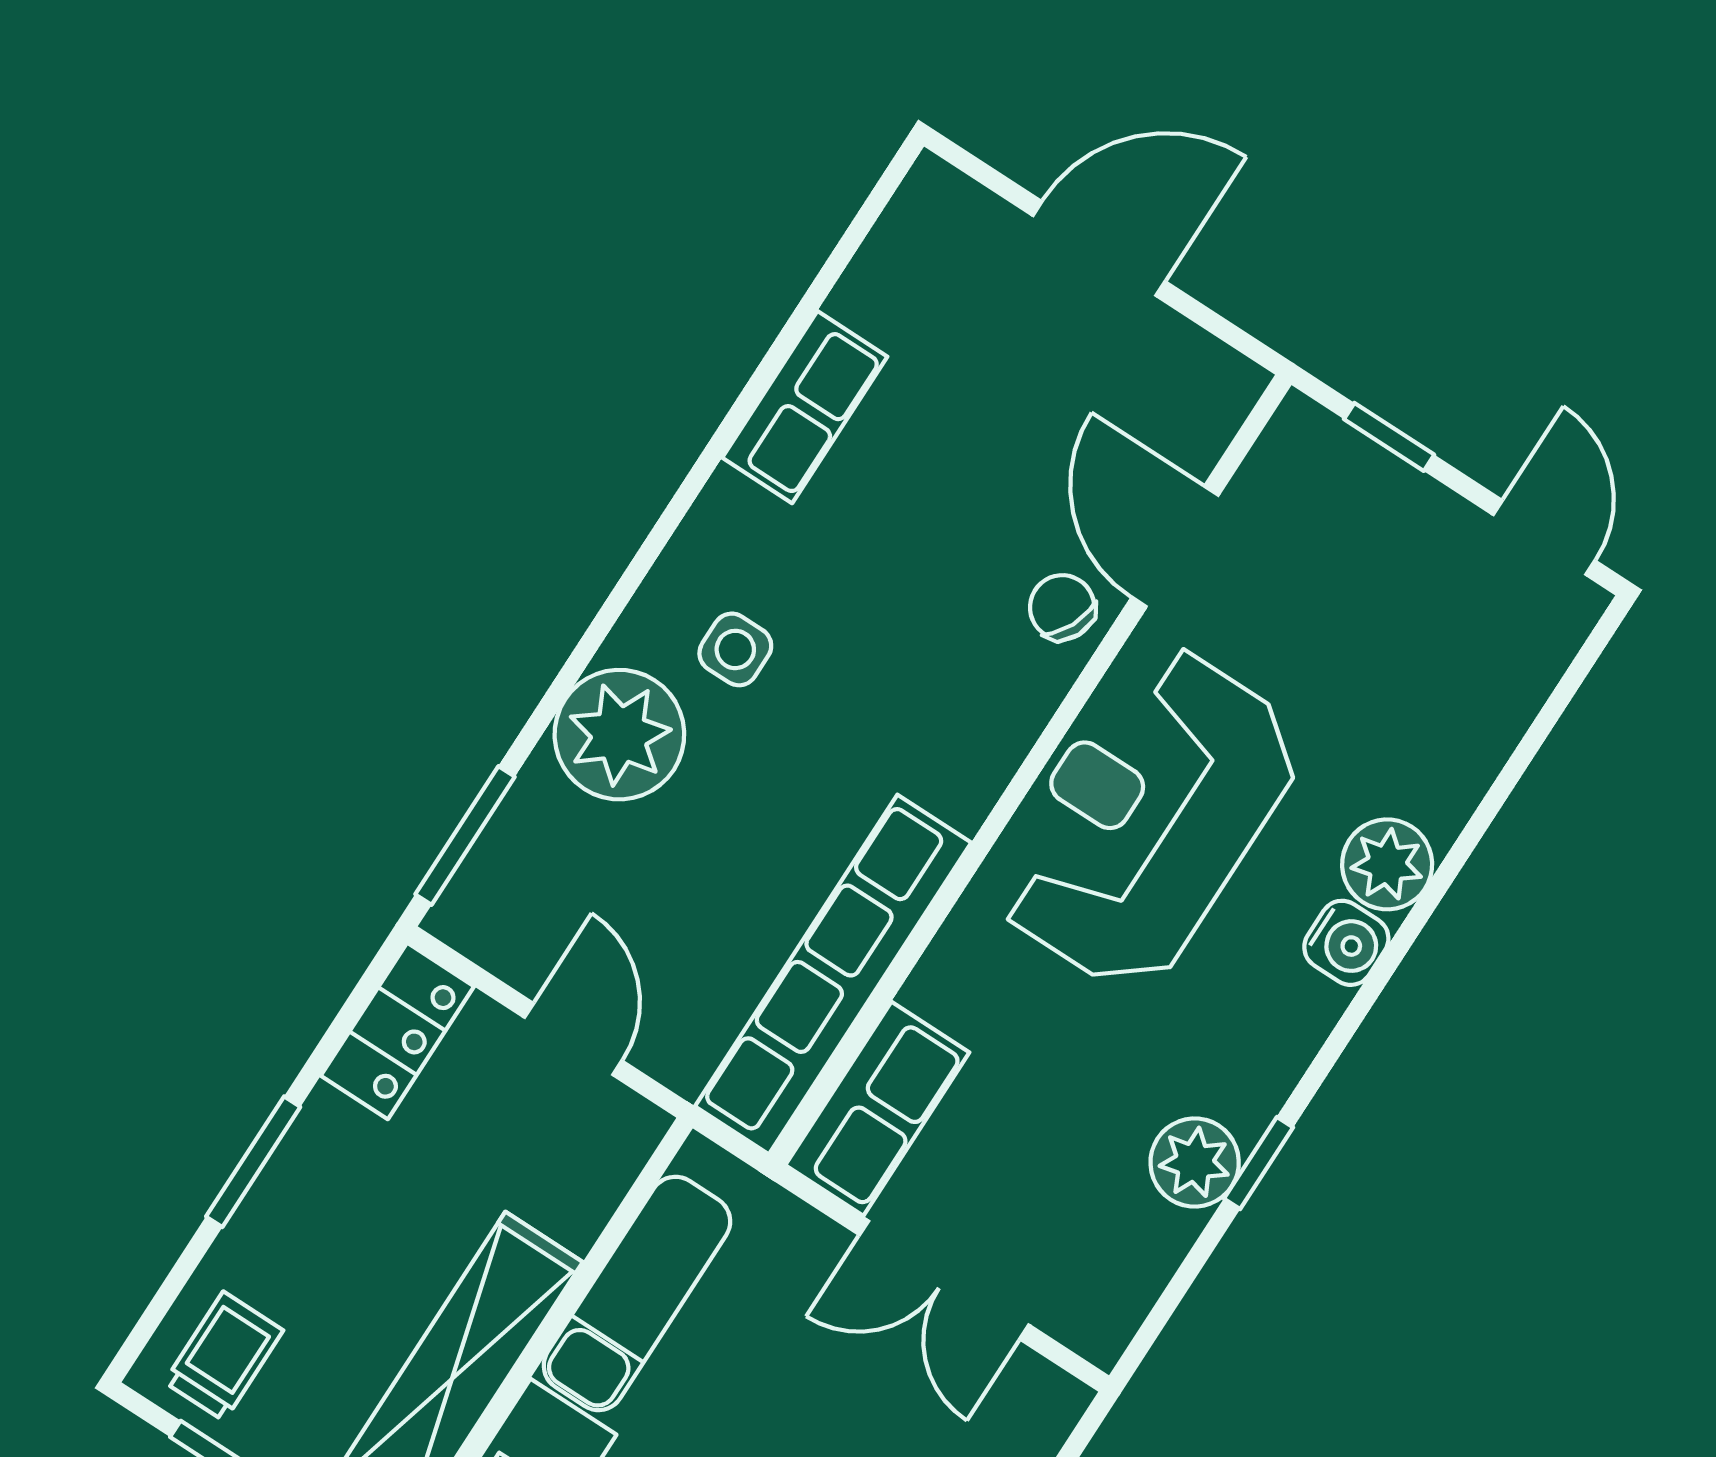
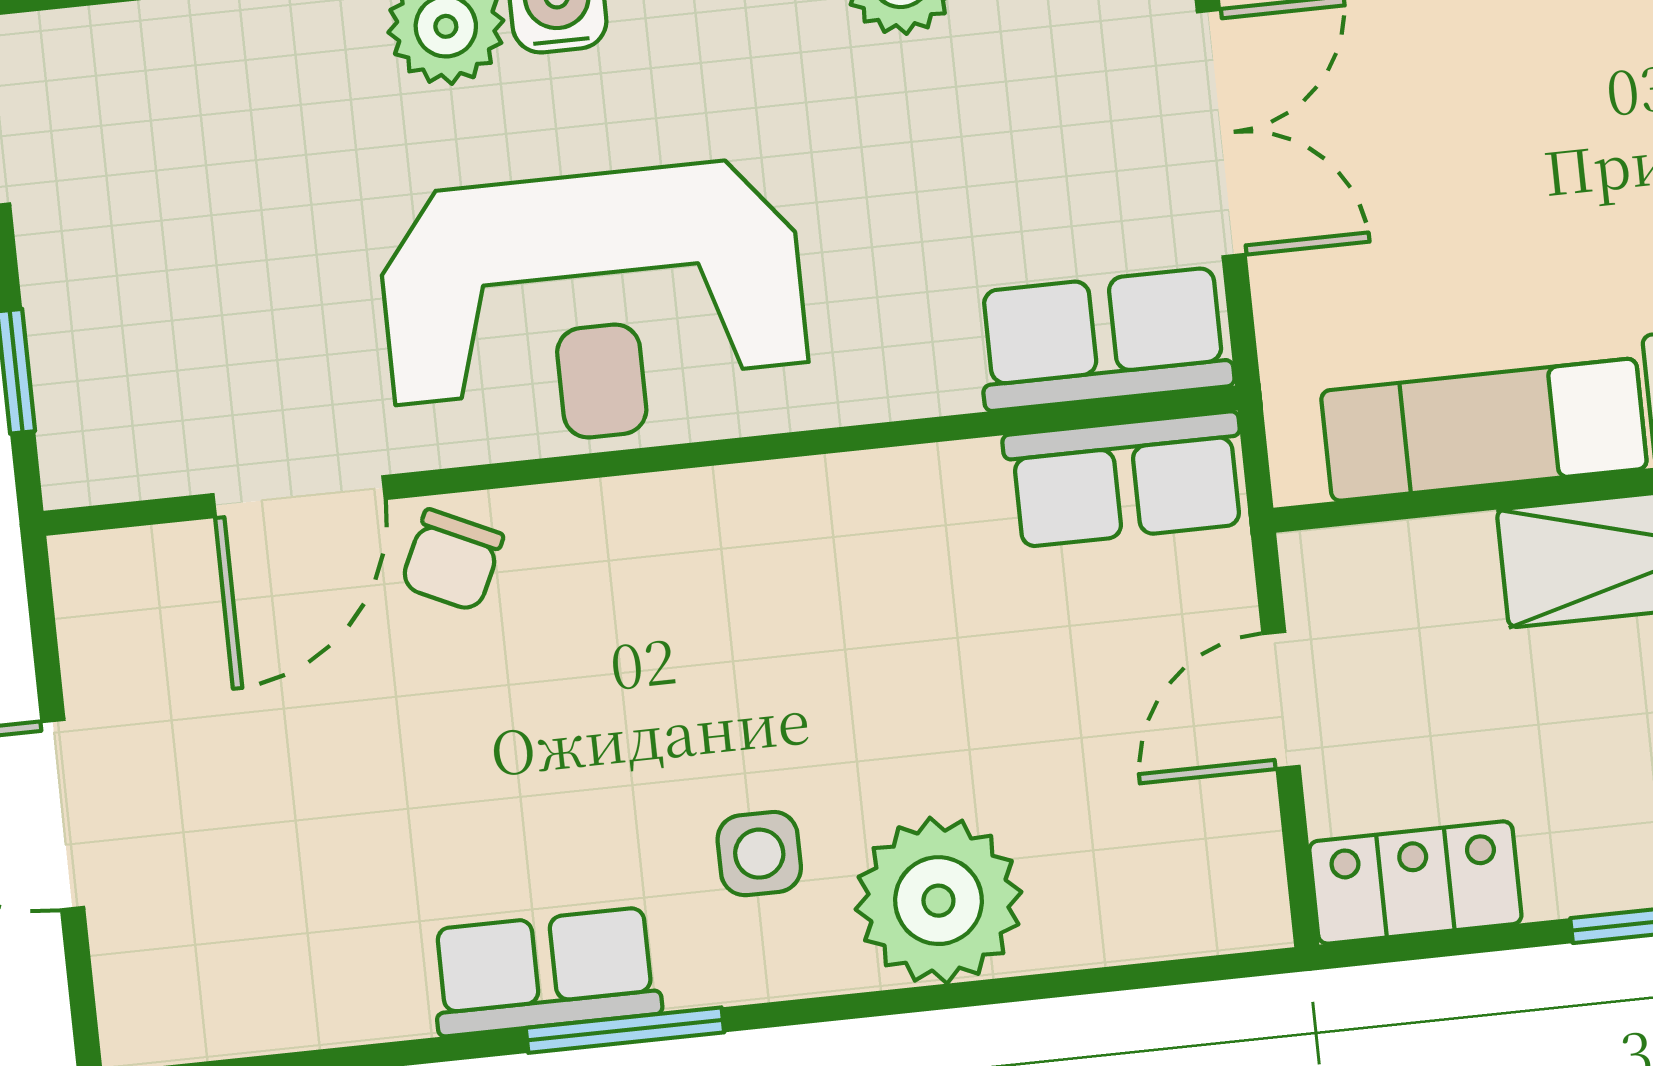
row of seats: (805, 407) -> (545, 972), moved
window: (465, 836) -> (625, 1030), moved
row of seats: (833, 974) -> (1126, 479), width x0.50

